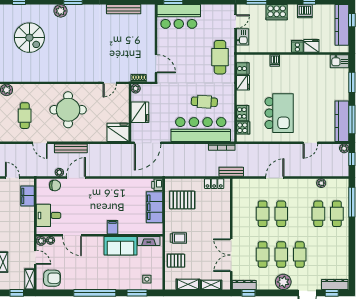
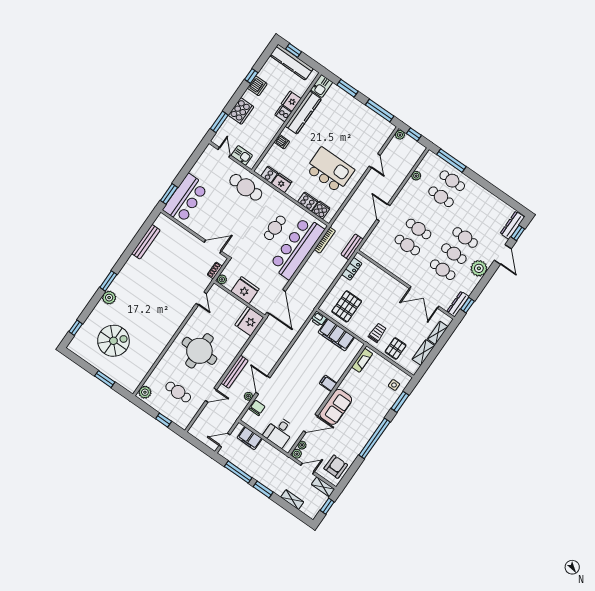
kitchen counter: (342, 121) -> (303, 113), moved, turned -90
sofa: (120, 246) -> (336, 407), moved

